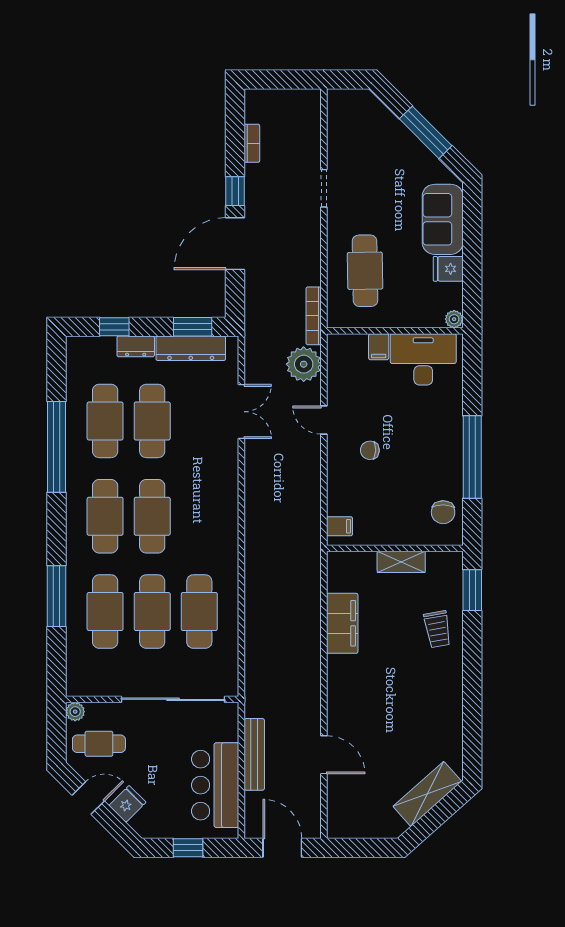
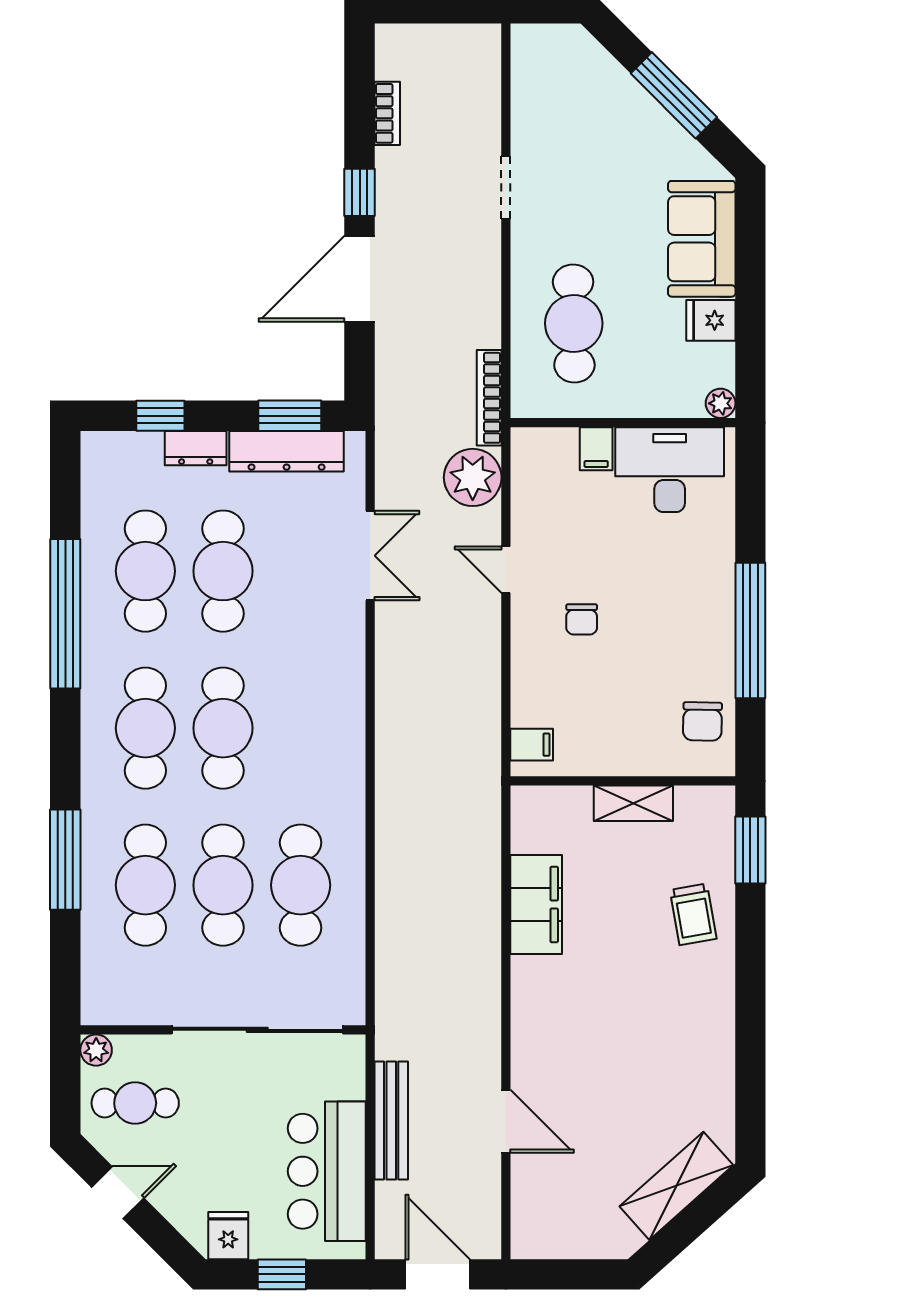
chair: (370, 450) -> (582, 619), turned -92
fridge: (127, 804) -> (228, 1236), moved, turned -45

